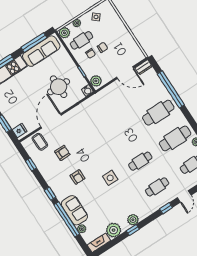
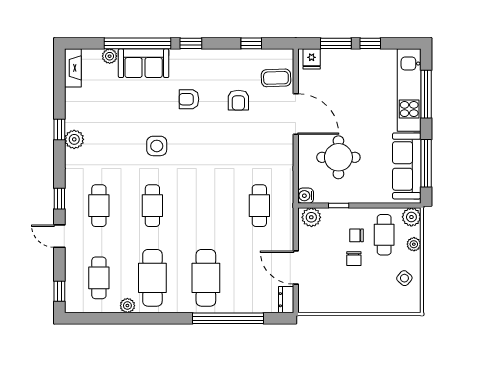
door: (125, 73) -> (296, 268), hinge flipped
cafe table: (107, 110) -> (259, 206), added
plant: (114, 230) -> (77, 101), removed

